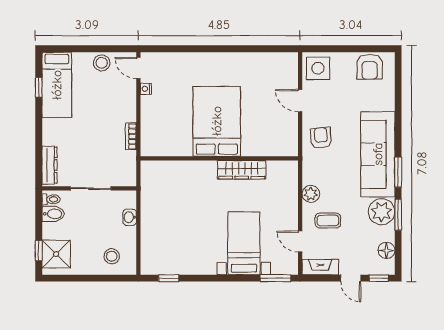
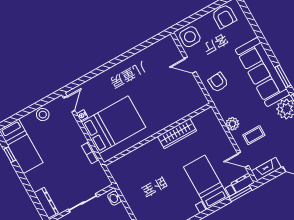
door: (138, 68) -> (69, 104), swing flipped
bed: (217, 121) -> (114, 125), moved, turned 90
washbasin: (130, 217) -> (114, 198), moved
dresser: (285, 267) -> (243, 183), added

